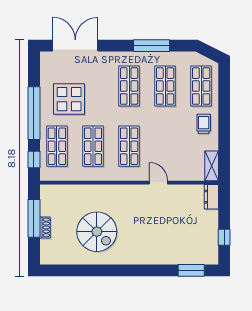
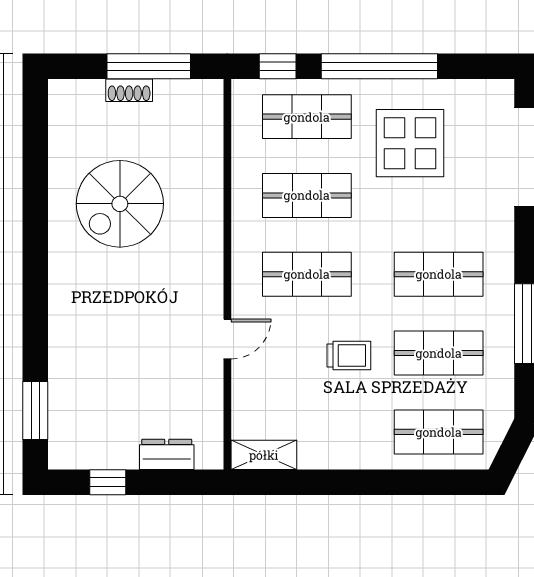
trolley: (204, 124) -> (349, 356), moved
dresser: (211, 197) -> (167, 454), moved

